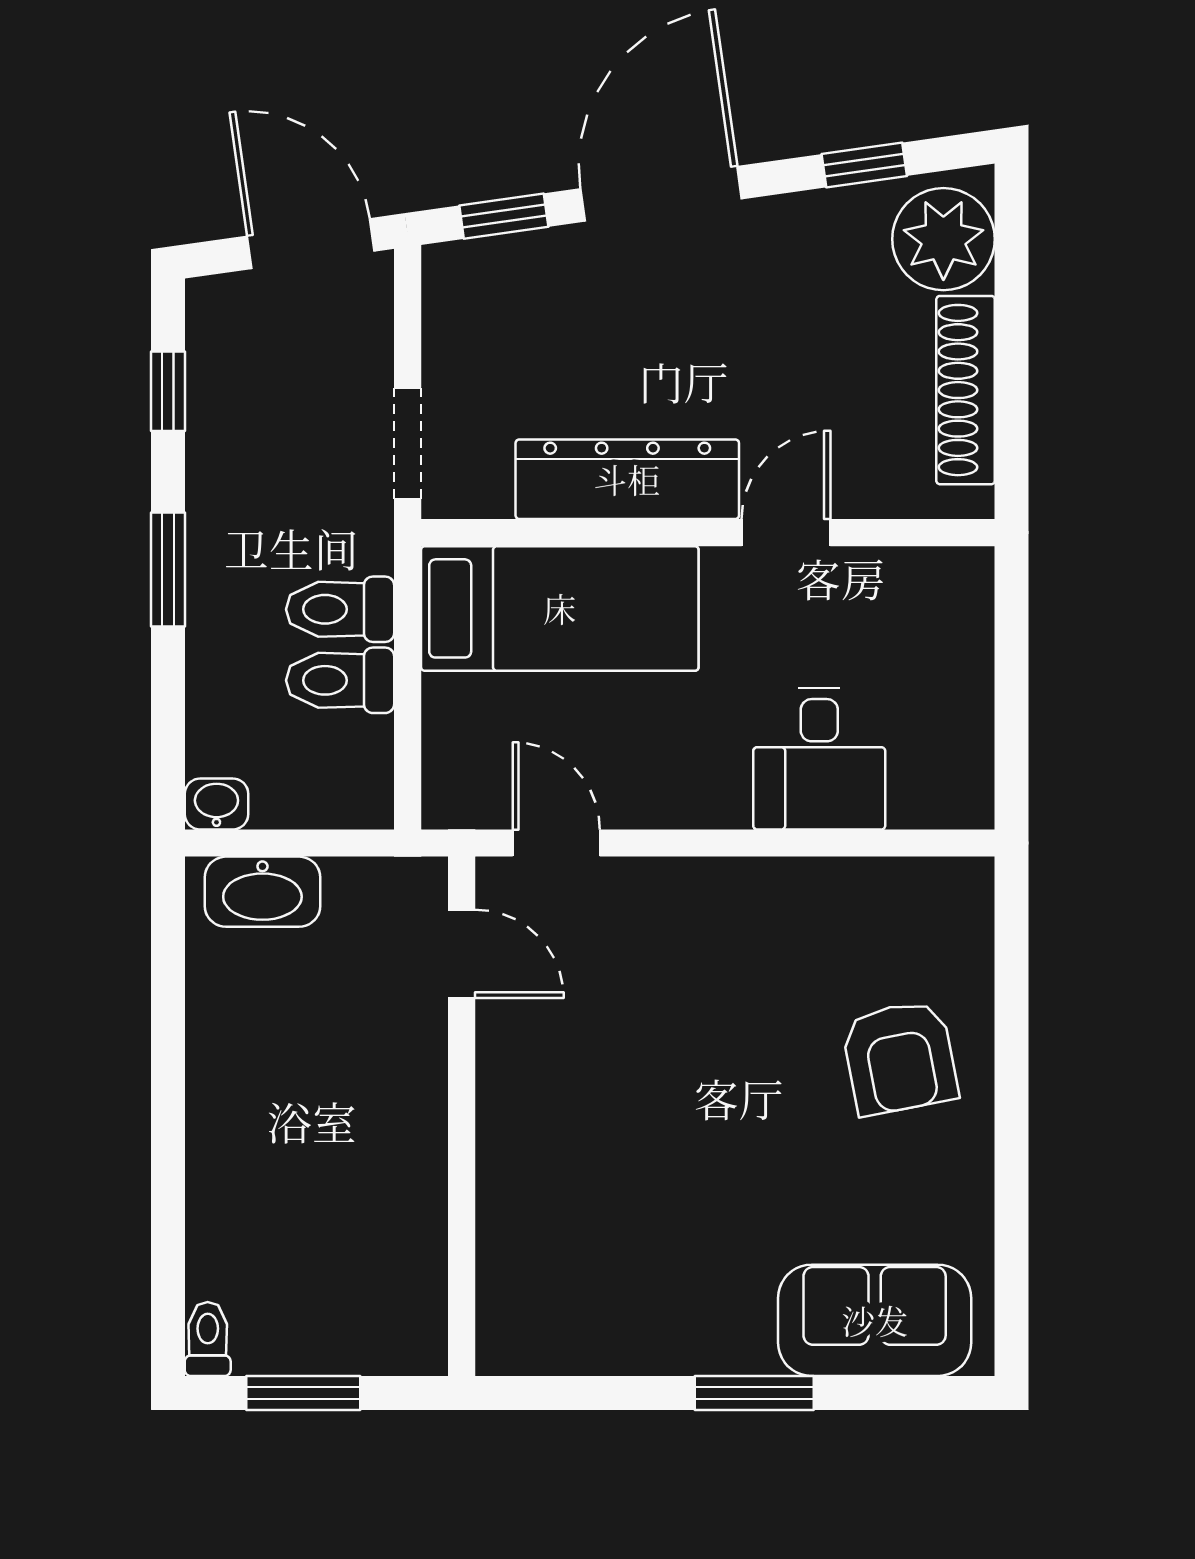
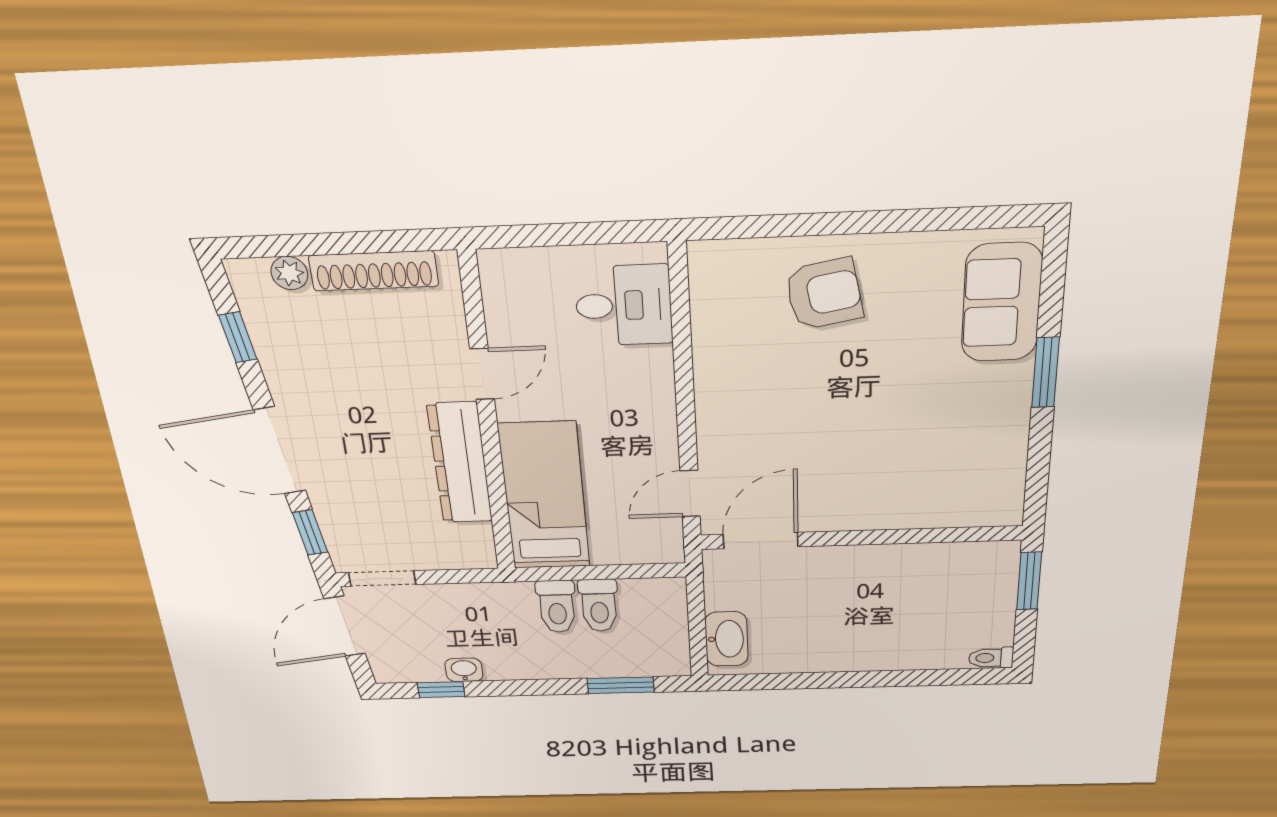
plant: (943, 239) -> (289, 273), width x0.53, depth x0.53
doorway: (408, 443) -> (382, 578), moved
door: (786, 533) -> (482, 374), swing flipped
window: (168, 570) -> (621, 685), moved
desk: (819, 759) -> (624, 305), moved
washbasin: (216, 804) -> (464, 670), moved, turned 90
door: (462, 954) -> (761, 541), width x1.38
window: (303, 1393) -> (1029, 581), moved

